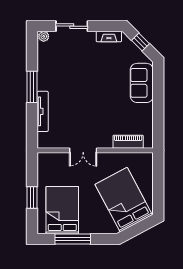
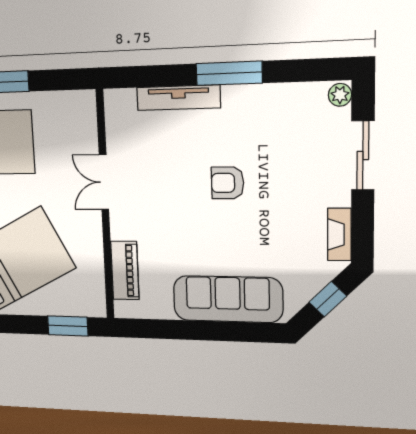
sofa: (142, 83) -> (228, 299), width x1.36
armchair: (84, 89) -> (228, 183), added
window: (158, 174) -> (68, 326), added

